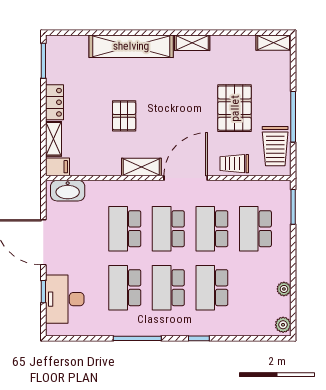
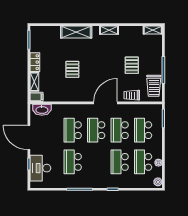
shelving: (131, 46) -> (76, 32), width x0.68
pallet: (235, 108) -> (132, 65), width x0.67, depth x0.71
shelving: (141, 167) -> (82, 97), removed
school desk: (168, 288) -> (143, 162), moved

